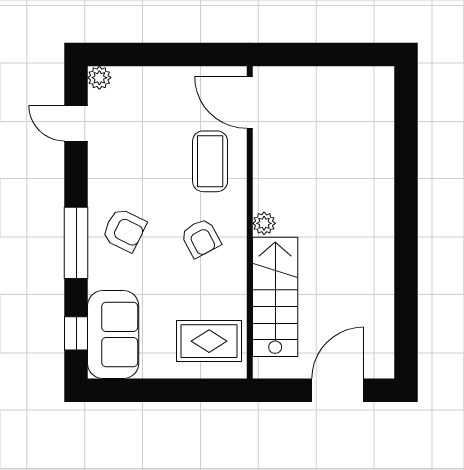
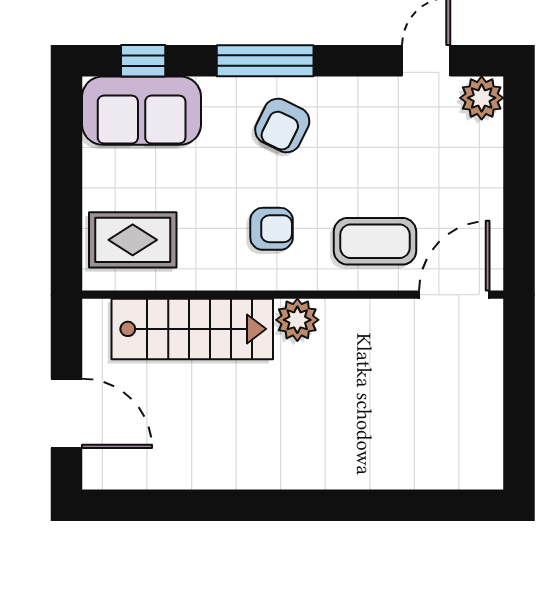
plant: (99, 78) -> (482, 98), width x1.38, depth x1.38
plant: (264, 223) -> (297, 320), width x1.38, depth x1.38
armchair: (201, 238) -> (272, 229), turned -152
rug: (209, 341) -> (133, 240), turned 90

